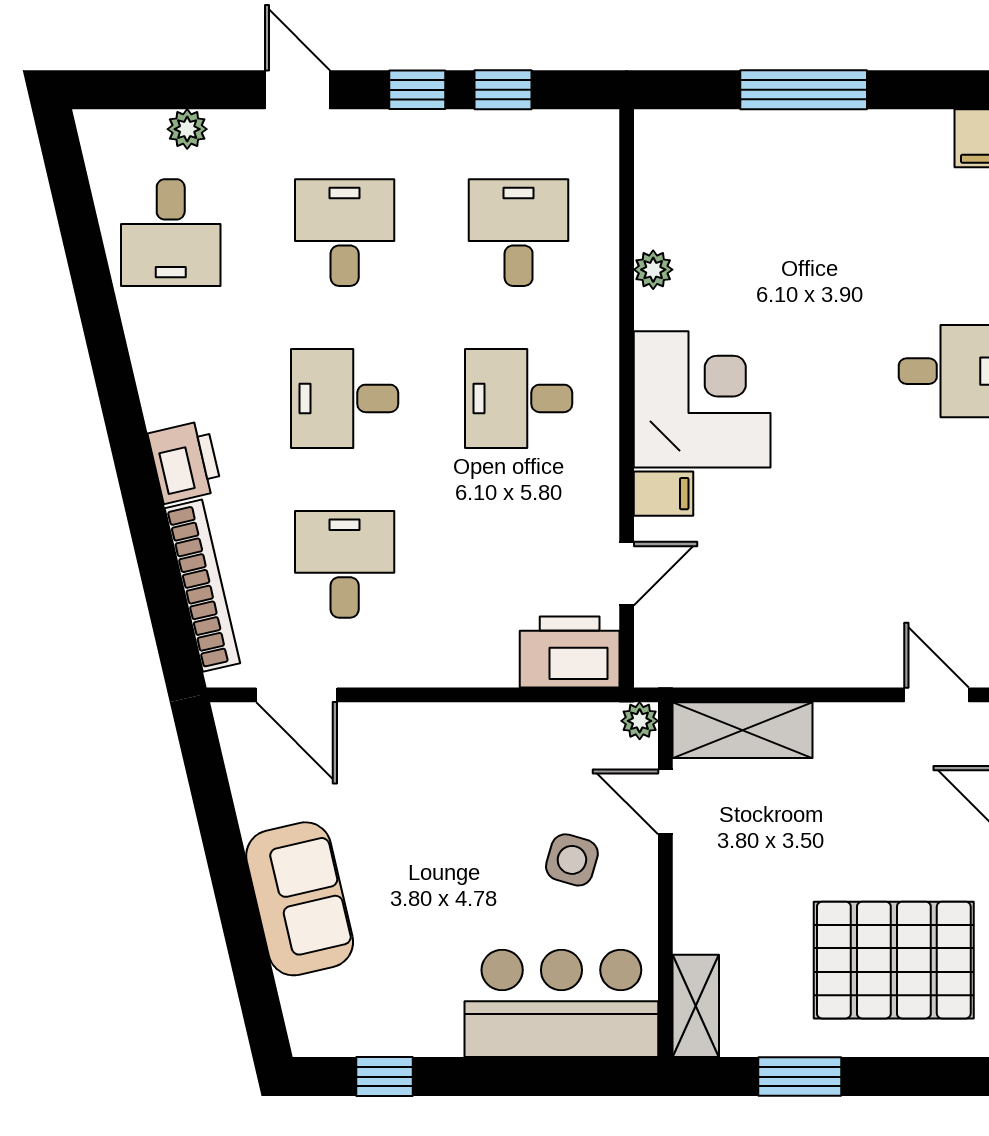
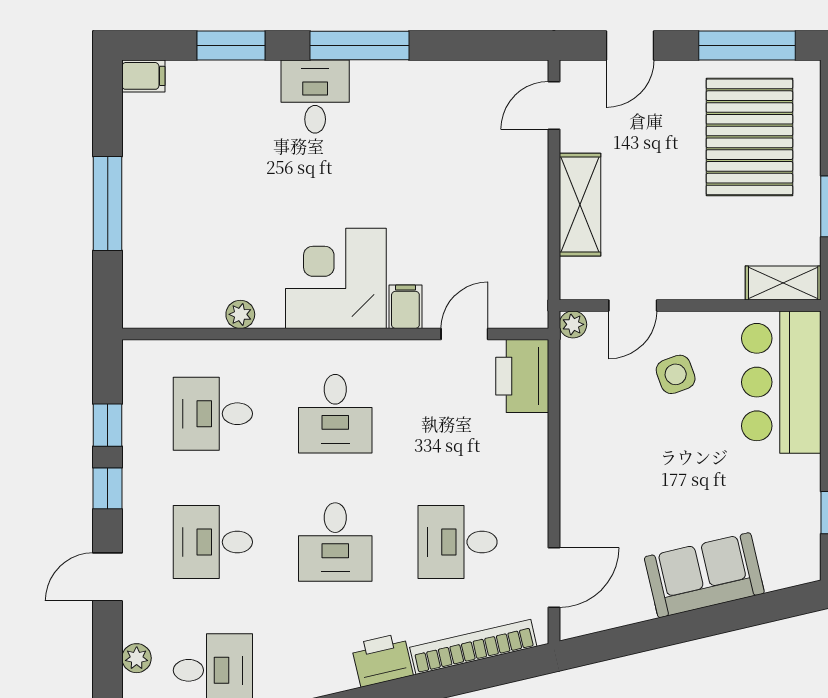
door: (627, 574) -> (464, 334), hinge flipped
shelving: (743, 730) -> (580, 205), moved
side table: (572, 860) -> (676, 374), turned -36

